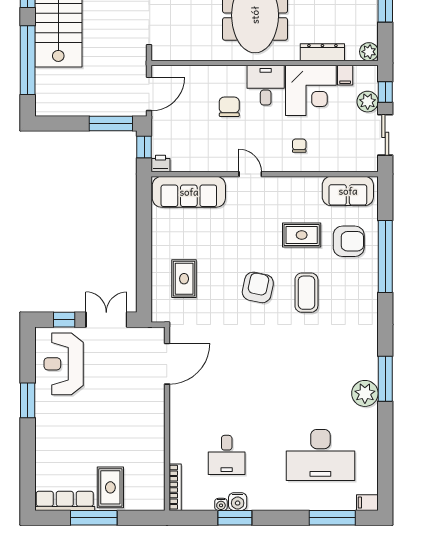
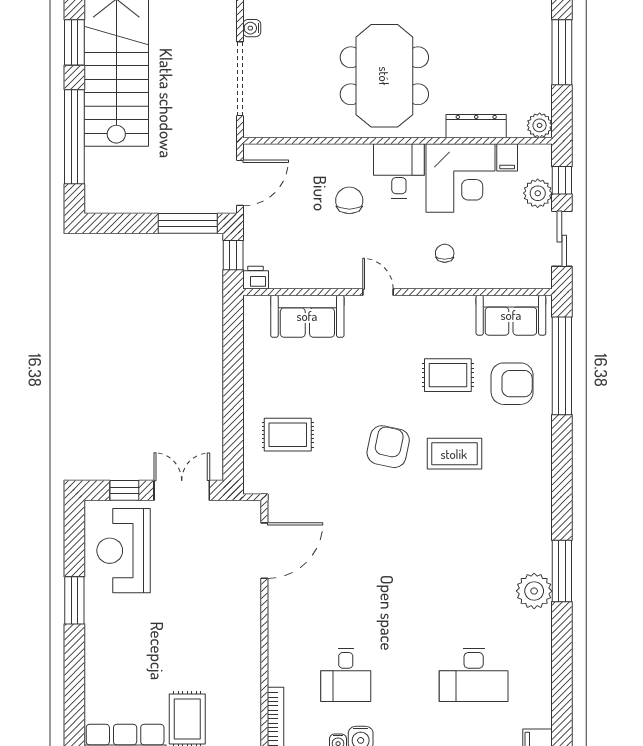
sofa: (189, 192) -> (307, 316), width x0.73
window: (385, 257) -> (562, 366), moved
rug: (184, 279) -> (288, 435), turned 90
coffee table: (306, 293) -> (454, 454), turned 90
desk: (320, 455) -> (474, 675), width x0.73, depth x0.77

